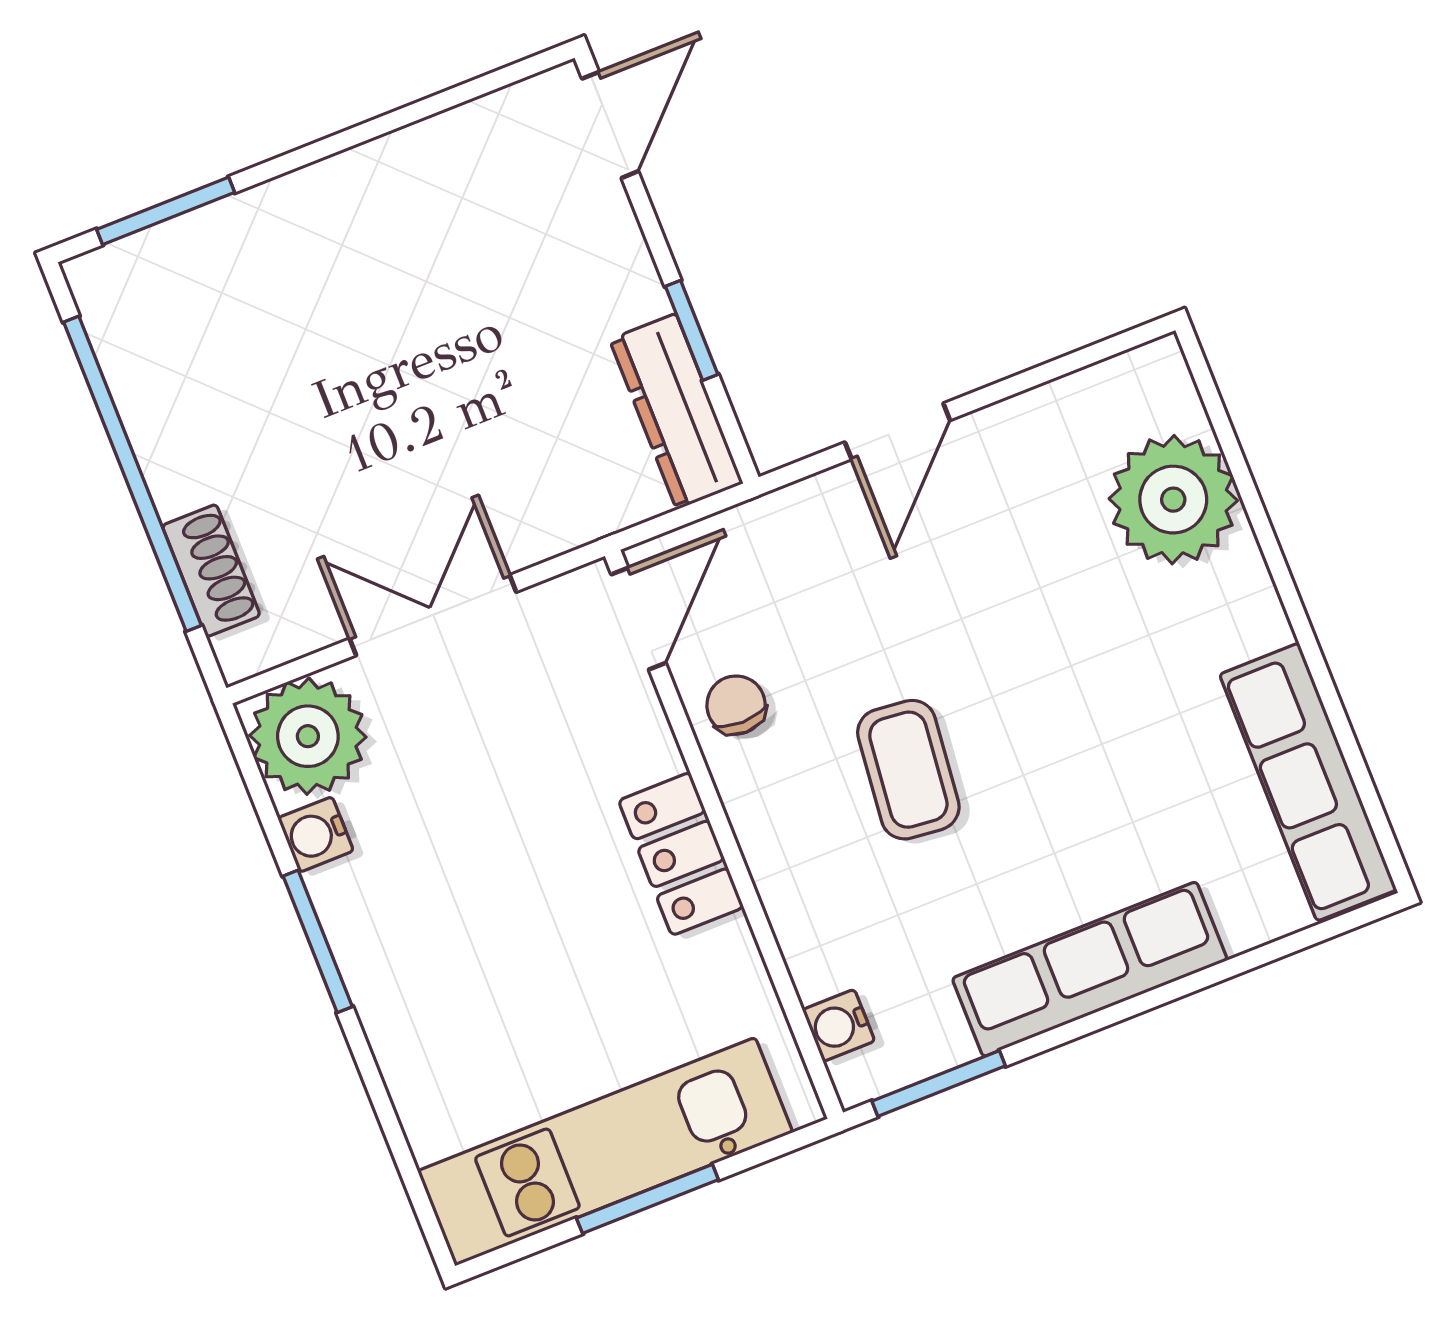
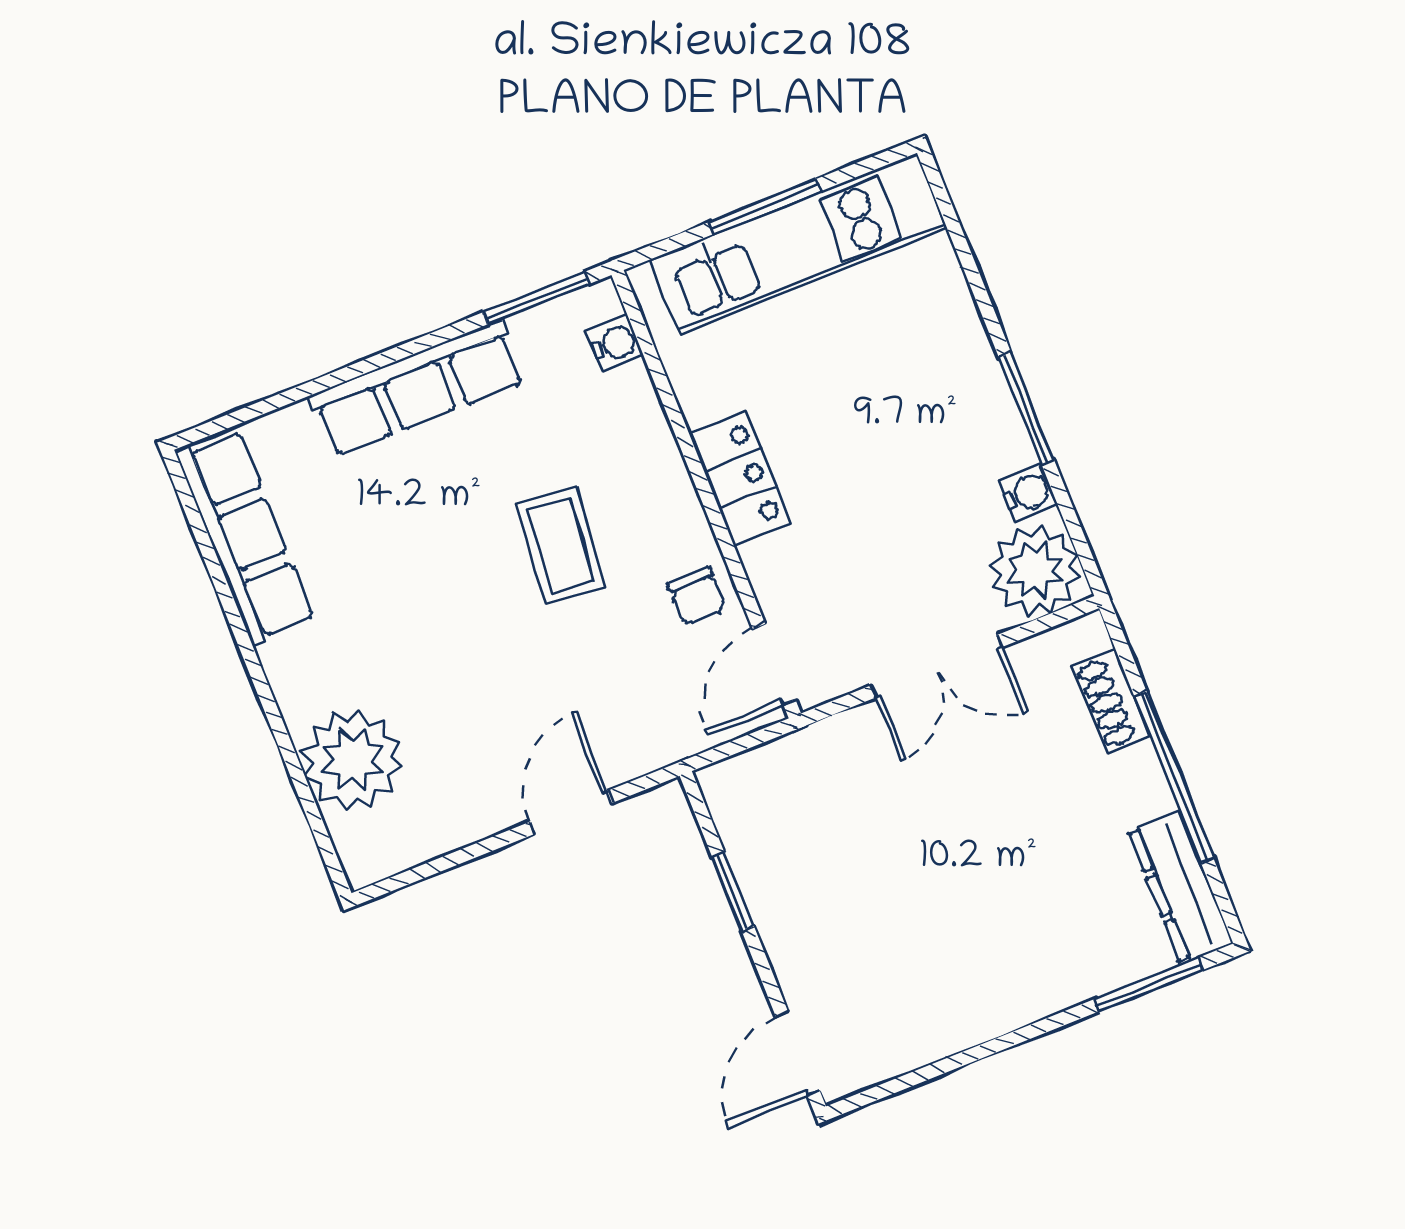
dresser: (676, 411) -> (1180, 887), moved, turned 180
window: (132, 474) -> (1174, 777), width x0.68

